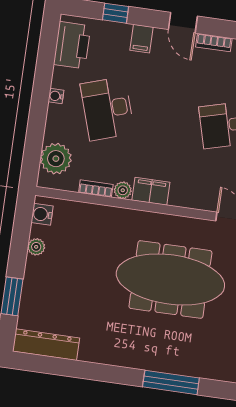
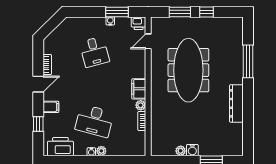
desk: (107, 109) -> (94, 121), turned 33
plant: (56, 159) -> (101, 151), moved, width x0.53, depth x0.53
water cooler: (42, 214) -> (192, 150), moved
dresser: (46, 345) -> (236, 103), moved

